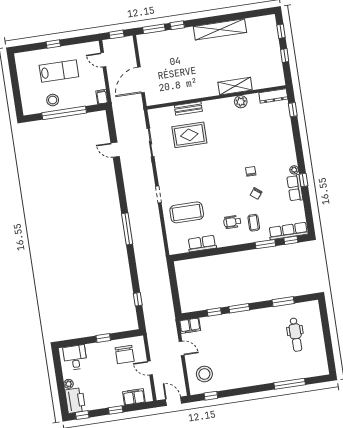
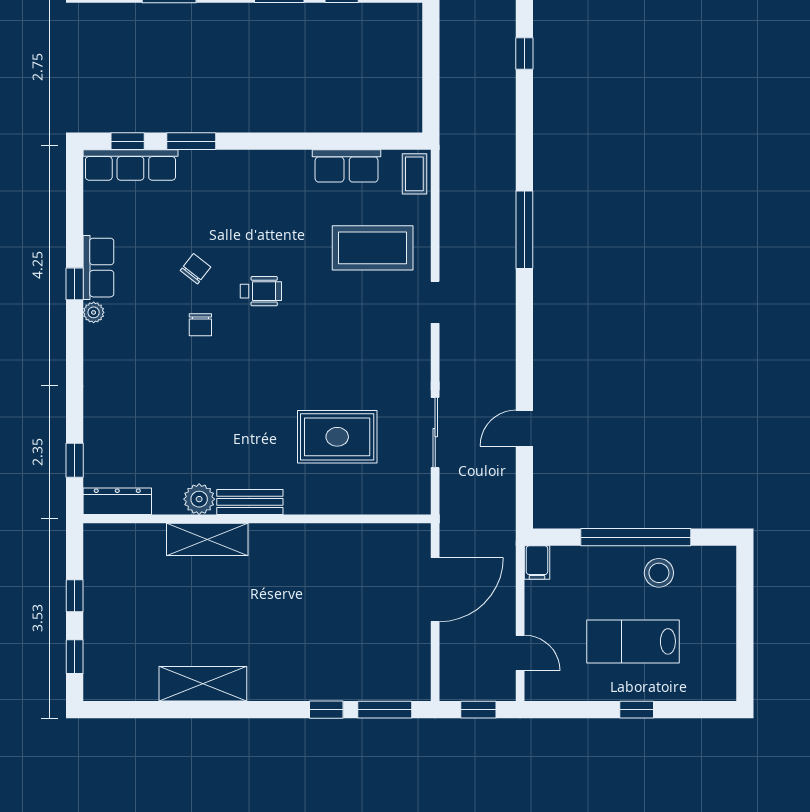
shelving: (220, 29) -> (203, 684), width x0.68
bench: (188, 108) -> (250, 502), moved
door: (115, 150) -> (524, 428), swing flipped
wheelchair: (232, 222) -> (261, 291), moved
coffee table: (254, 223) -> (414, 174), moved

